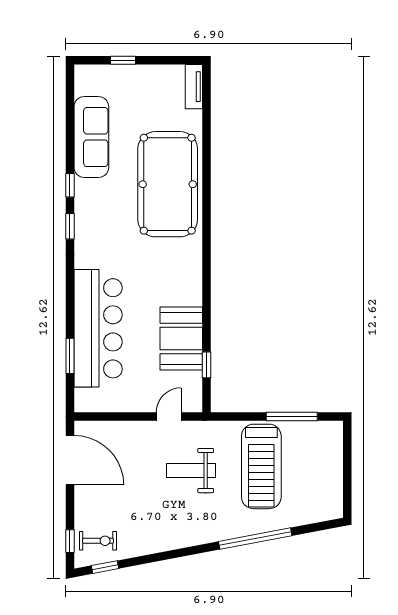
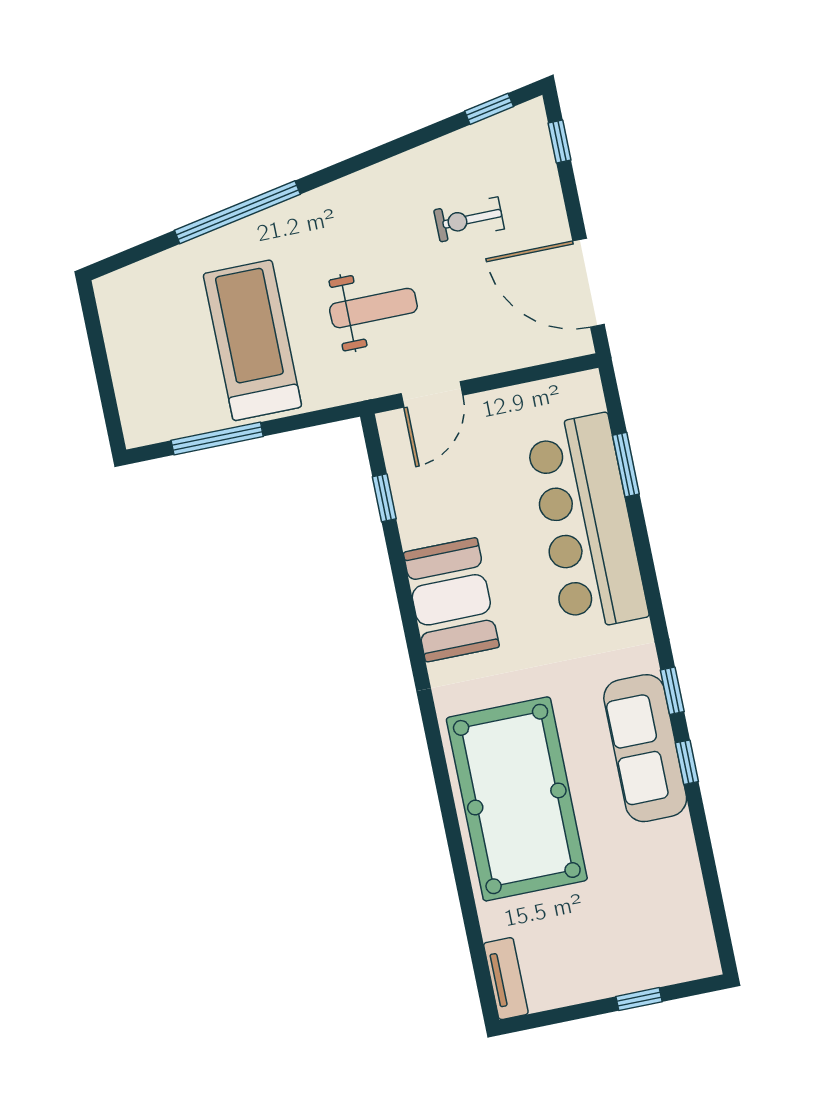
sofa: (91, 137) -> (645, 748), moved
booth: (181, 339) -> (451, 600), moved
door: (169, 416) -> (432, 394), width x1.38
exercise bike: (98, 541) -> (469, 219), moved

